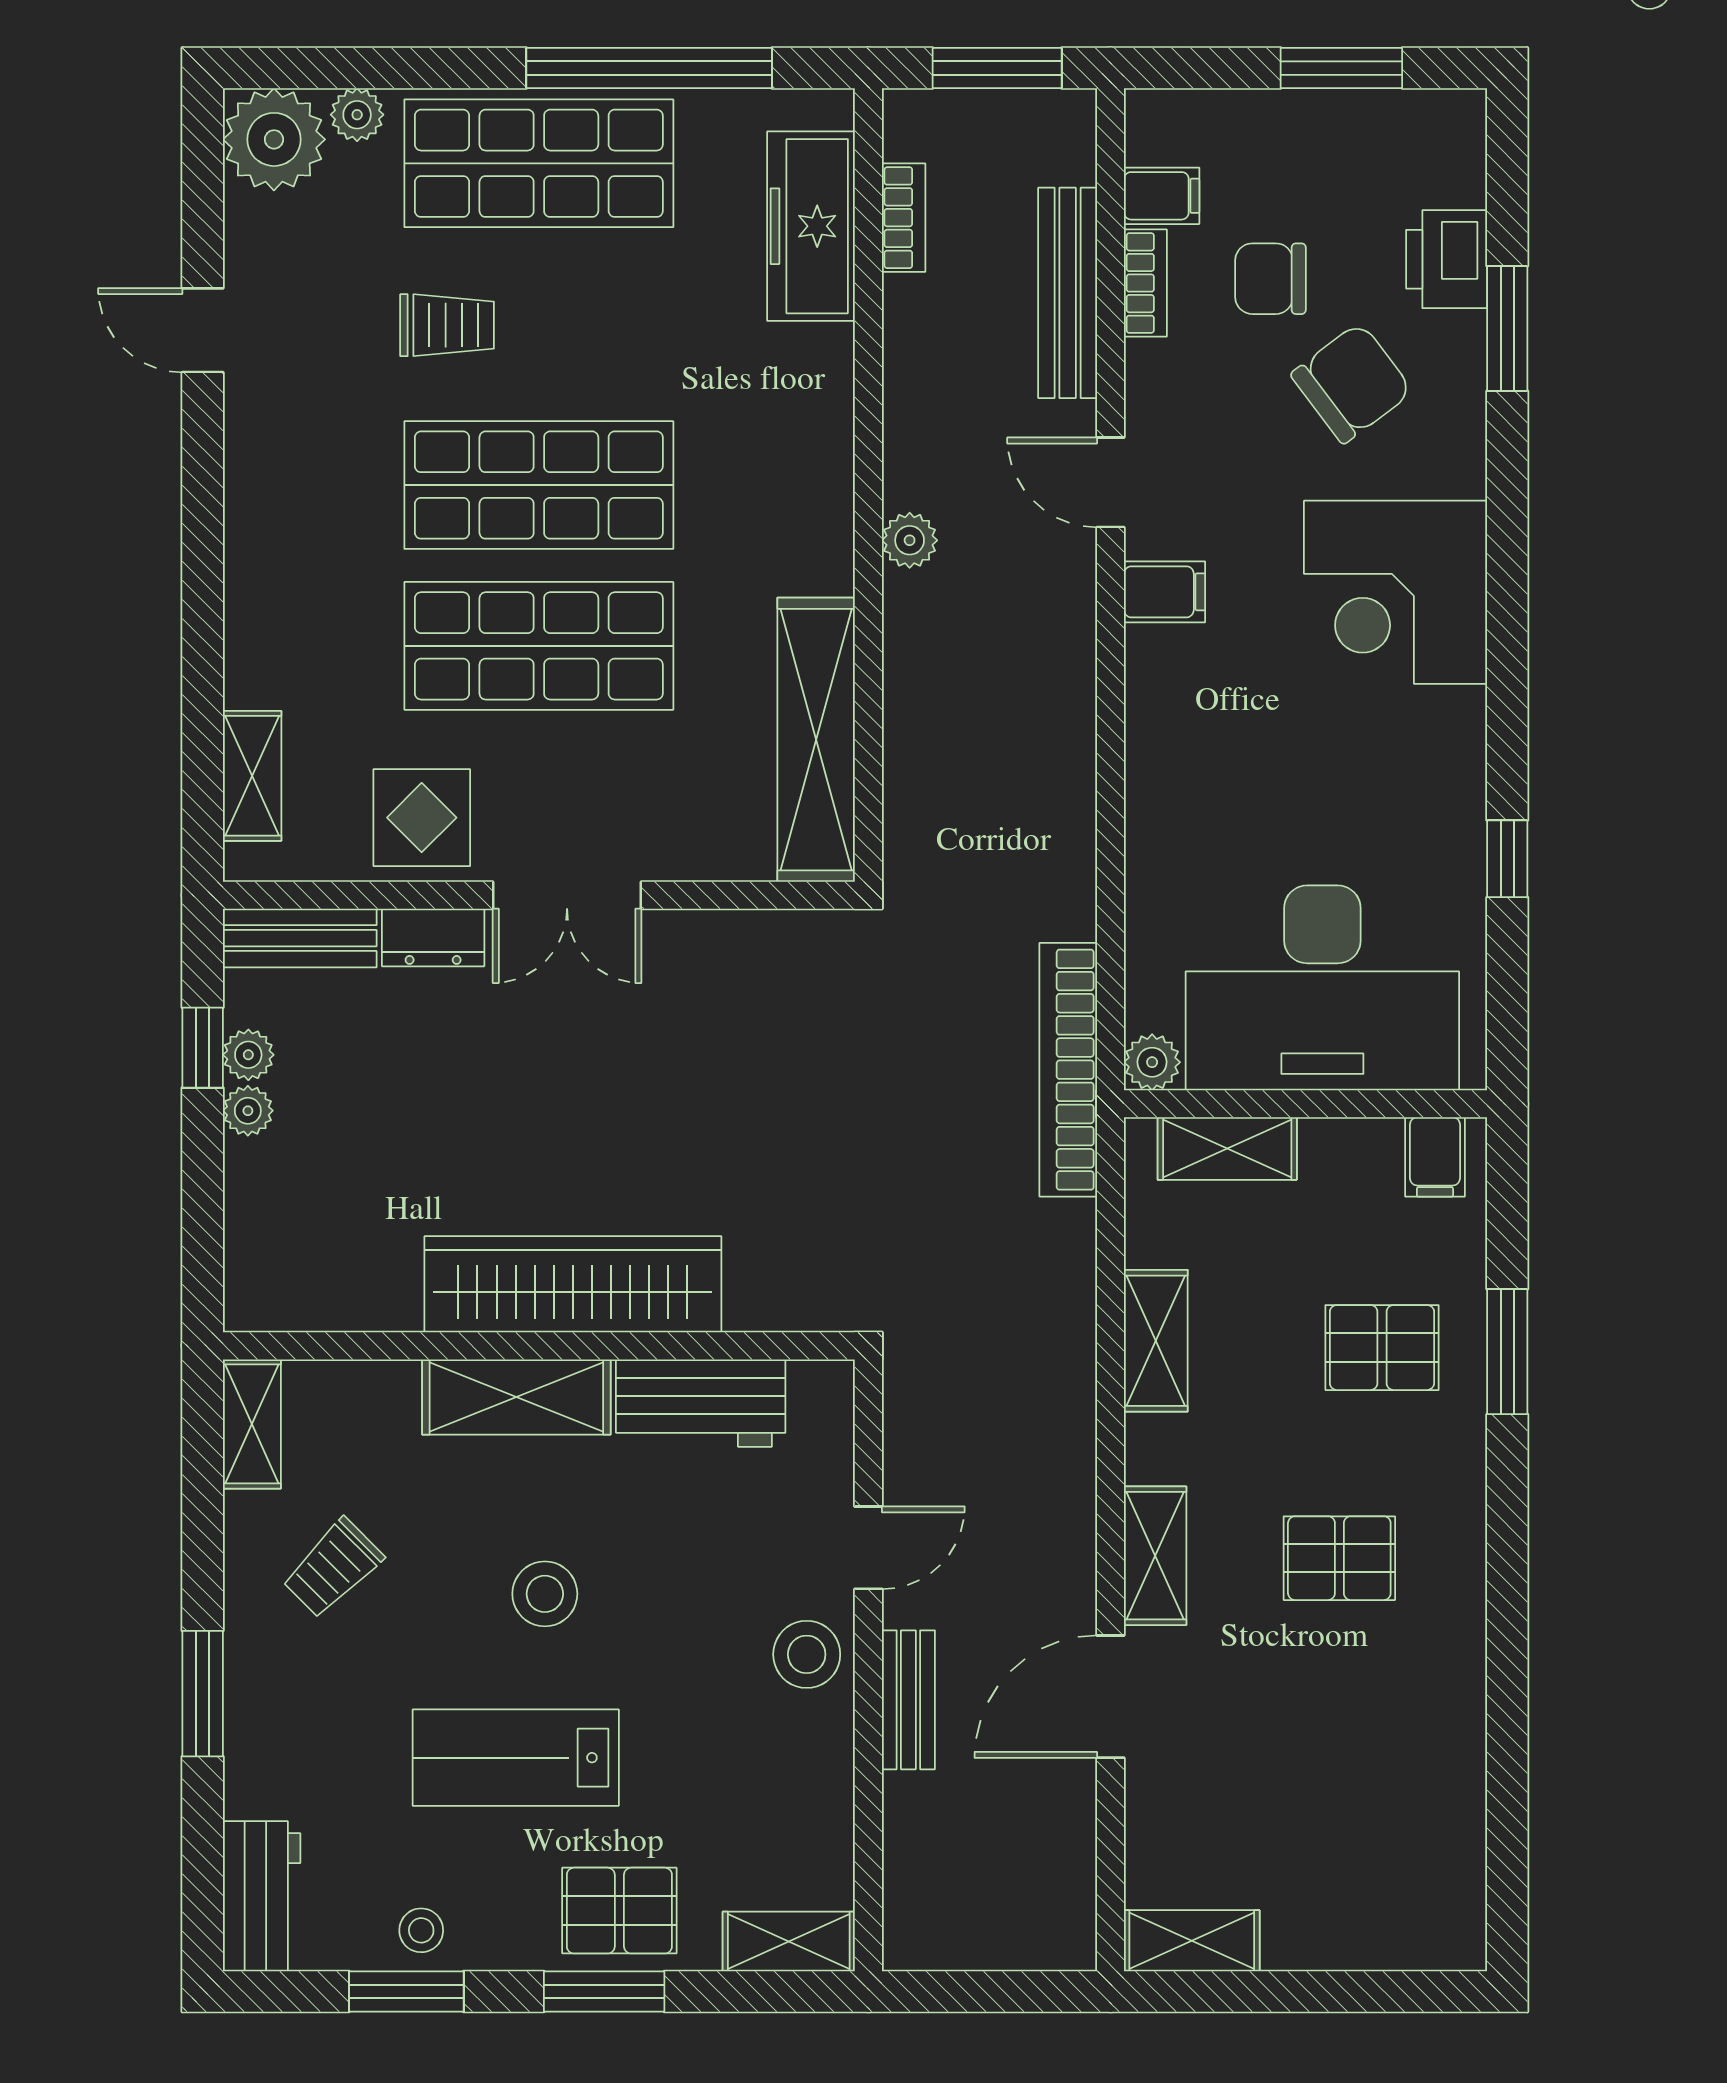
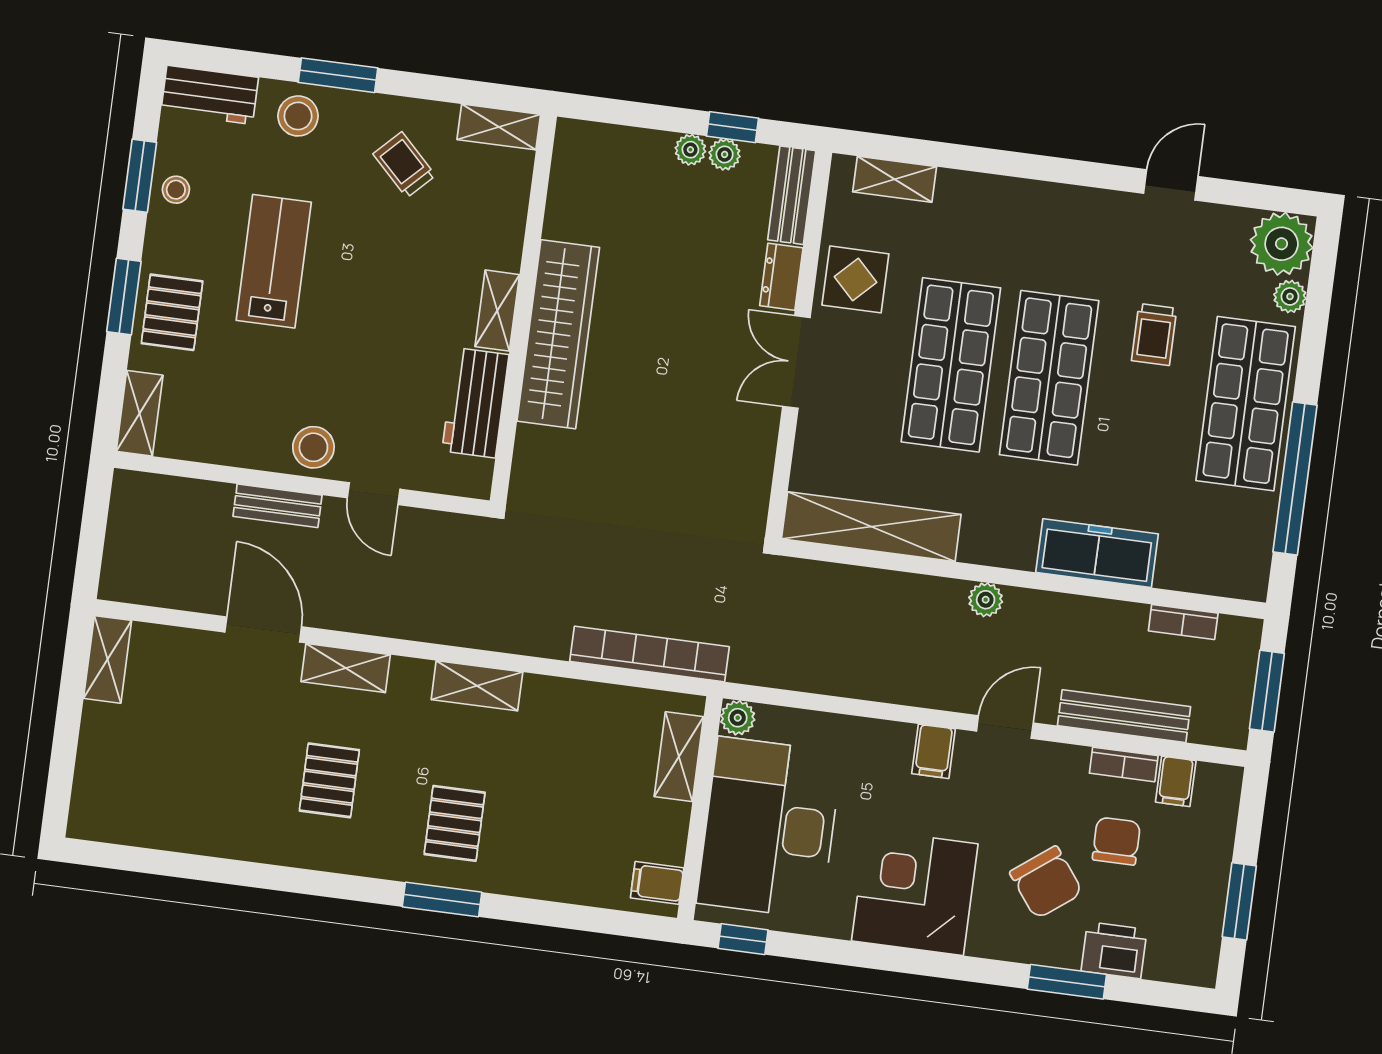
freezer: (811, 226) -> (1097, 553), moved
desk: (1322, 988) -> (769, 828), moved
plant: (1152, 1062) -> (738, 718), moved
wall: (1306, 1104) -> (700, 808), moved
shelving: (1227, 1149) -> (679, 757), moved
filing cabinet: (1435, 1157) -> (657, 883), moved
shelving: (516, 1397) -> (497, 311), width x0.67, depth x0.75
stool: (545, 1594) -> (298, 116), moved

